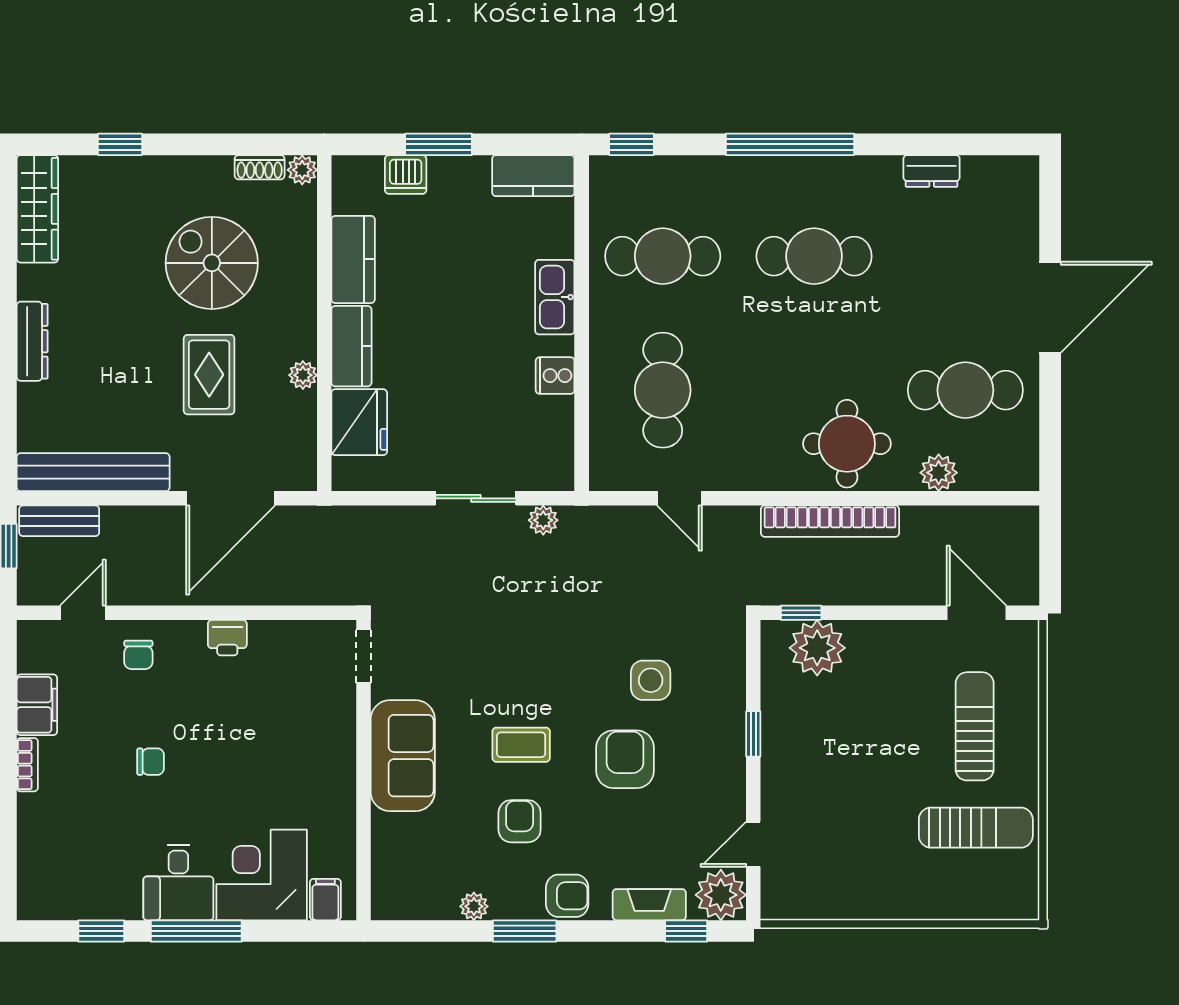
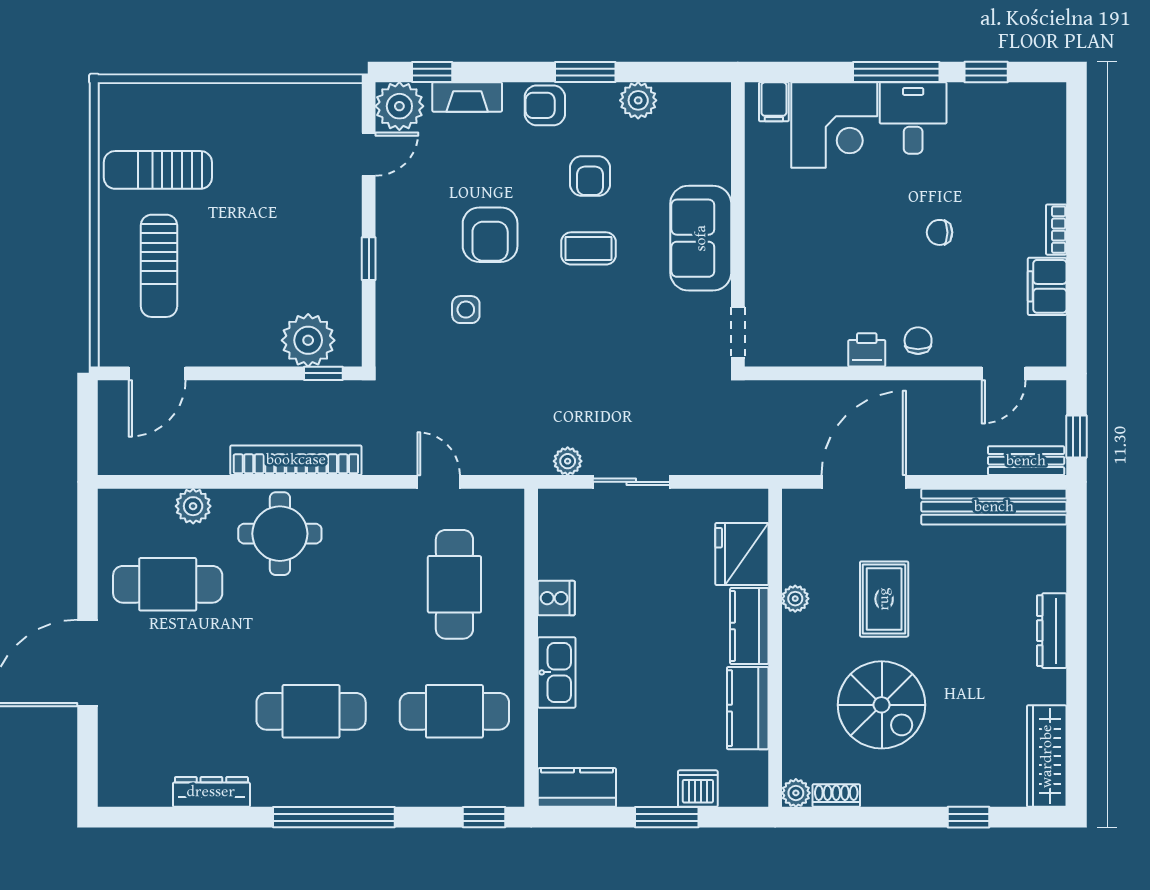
dresser: (932, 171) -> (211, 792), width x1.44
door: (977, 613) -> (157, 373), hinge flipped
chair: (138, 655) -> (918, 341), moved
side table: (651, 680) -> (466, 310), width x0.73, depth x0.73
plant: (474, 906) -> (638, 100), width x1.38, depth x1.38

